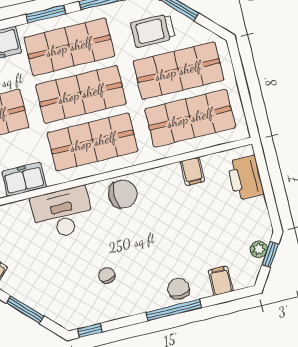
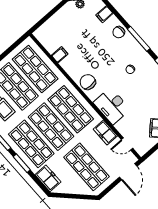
printer: (245, 178) -> (50, 28), removed
window: (174, 310) -> (139, 39), moved

